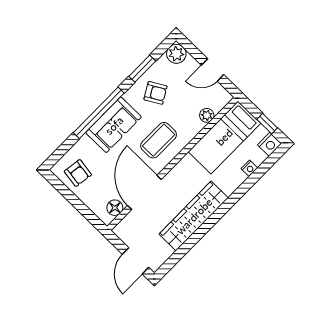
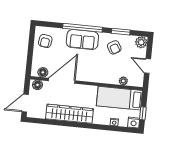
coffee table: (159, 140) -> (93, 67), removed
floor lamp: (125, 227) -> (37, 85), added

